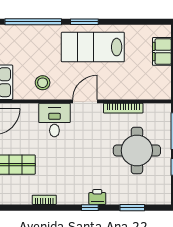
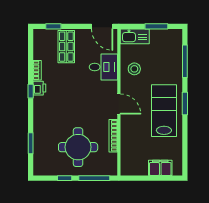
window: (33, 22) -> (185, 61), width x0.68
desk: (54, 120) -> (103, 67), moved
printer: (97, 197) -> (39, 88), moved
window: (90, 208) -> (31, 91), moved

